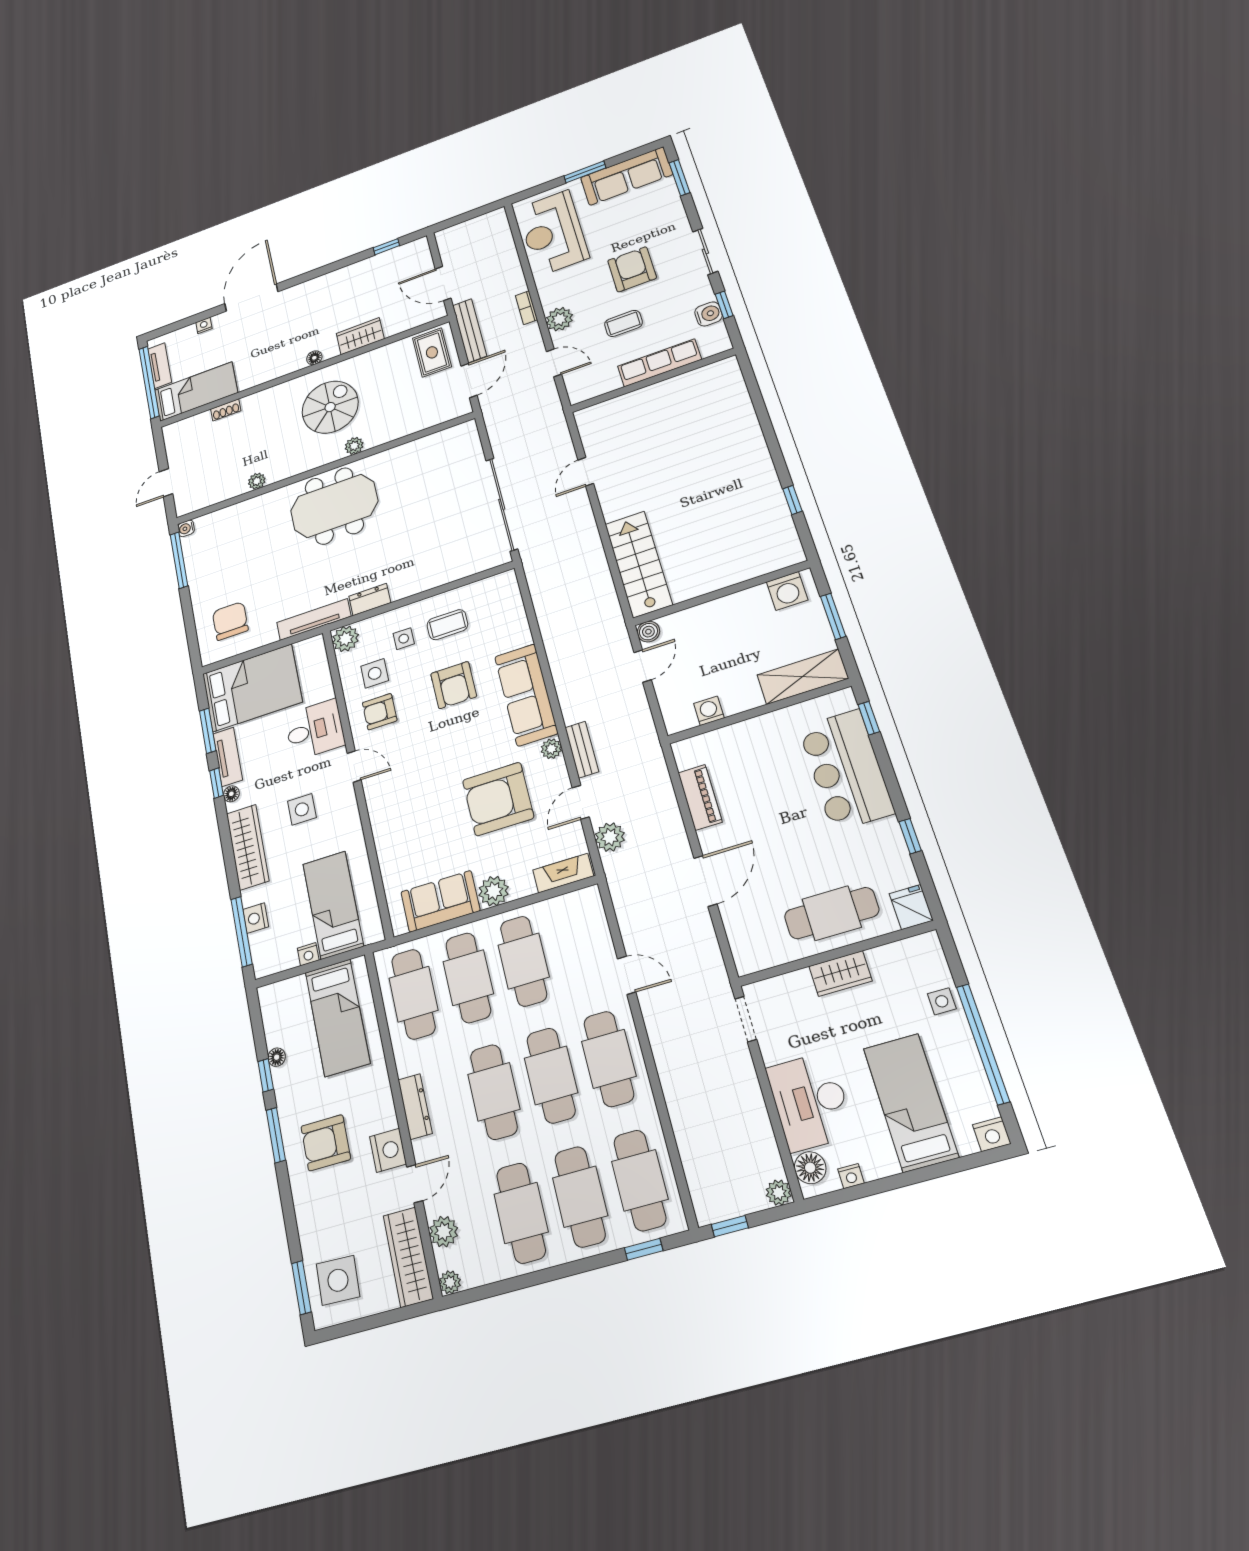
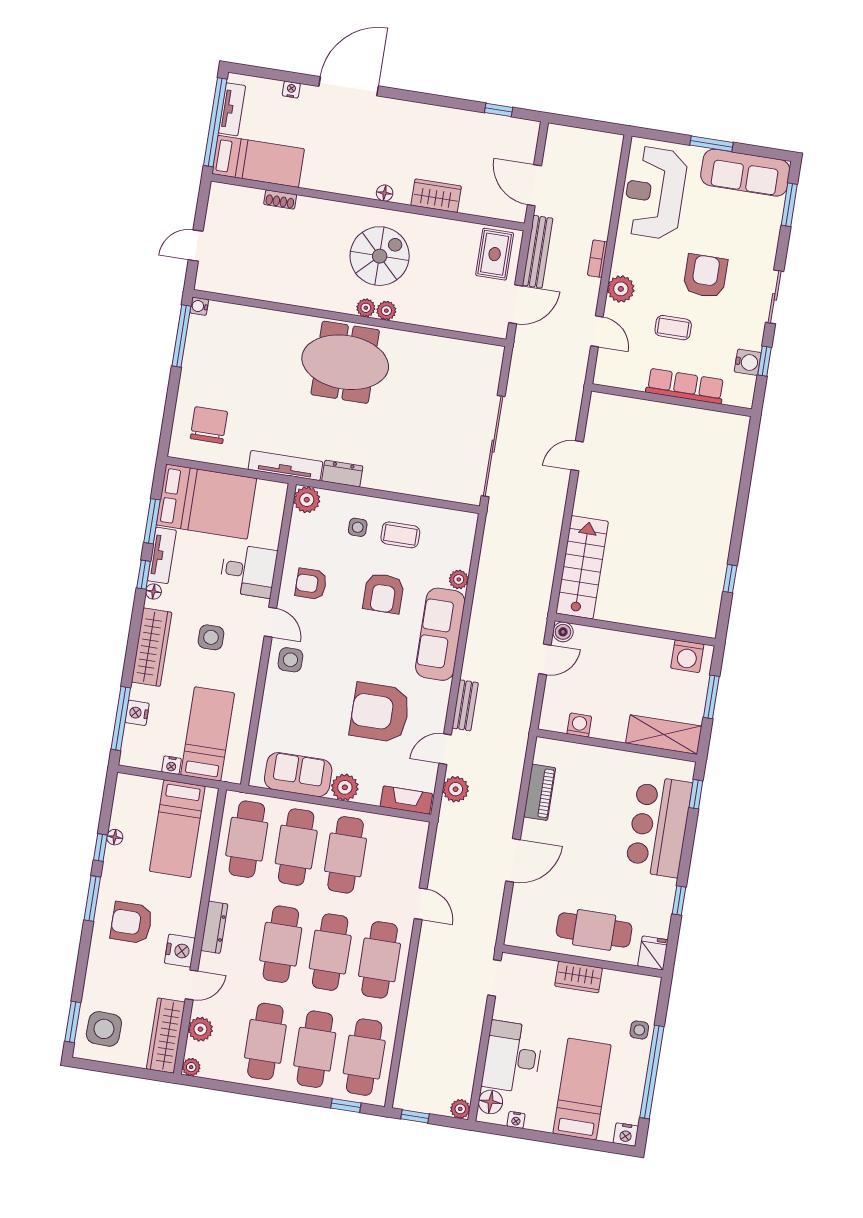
plant: (257, 481) -> (366, 308), moved
side table: (375, 673) -> (290, 660), moved
plant: (551, 749) -> (459, 579), moved

